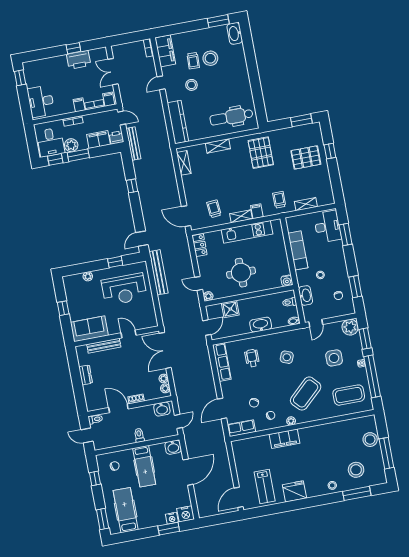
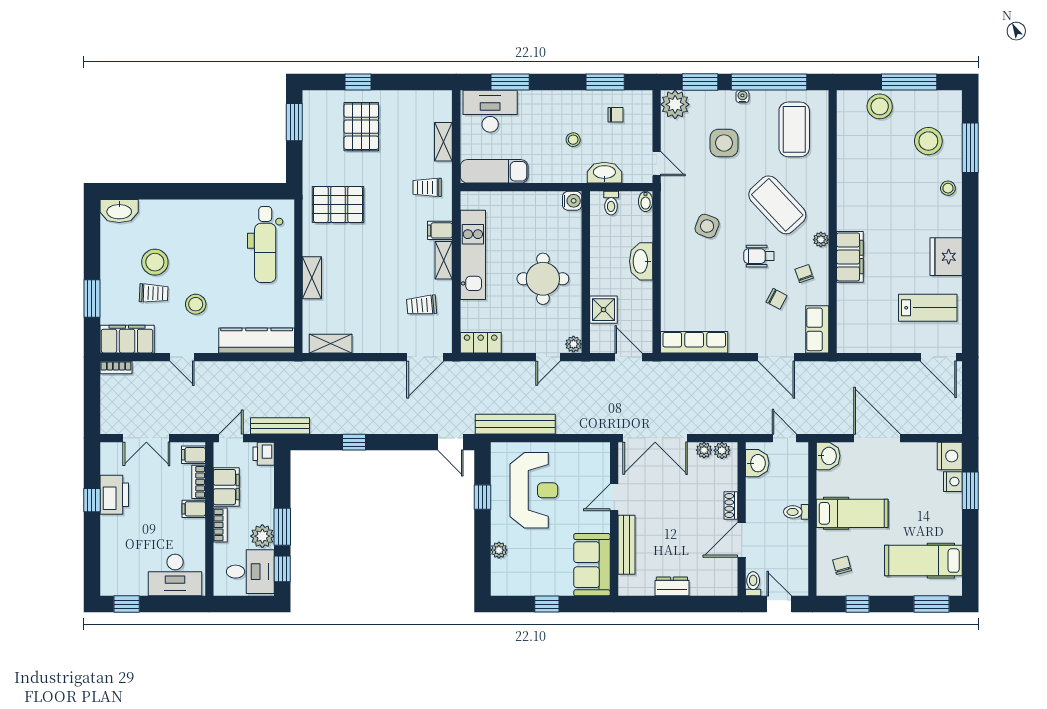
window: (218, 21) -> (92, 298), moved
filing cabinet: (98, 140) -> (226, 487), moved, turned 180
exam couch: (298, 250) -> (494, 171), moved
wheelchair: (252, 358) -> (759, 256), moved
door: (87, 436) -> (779, 604), swing flipped

